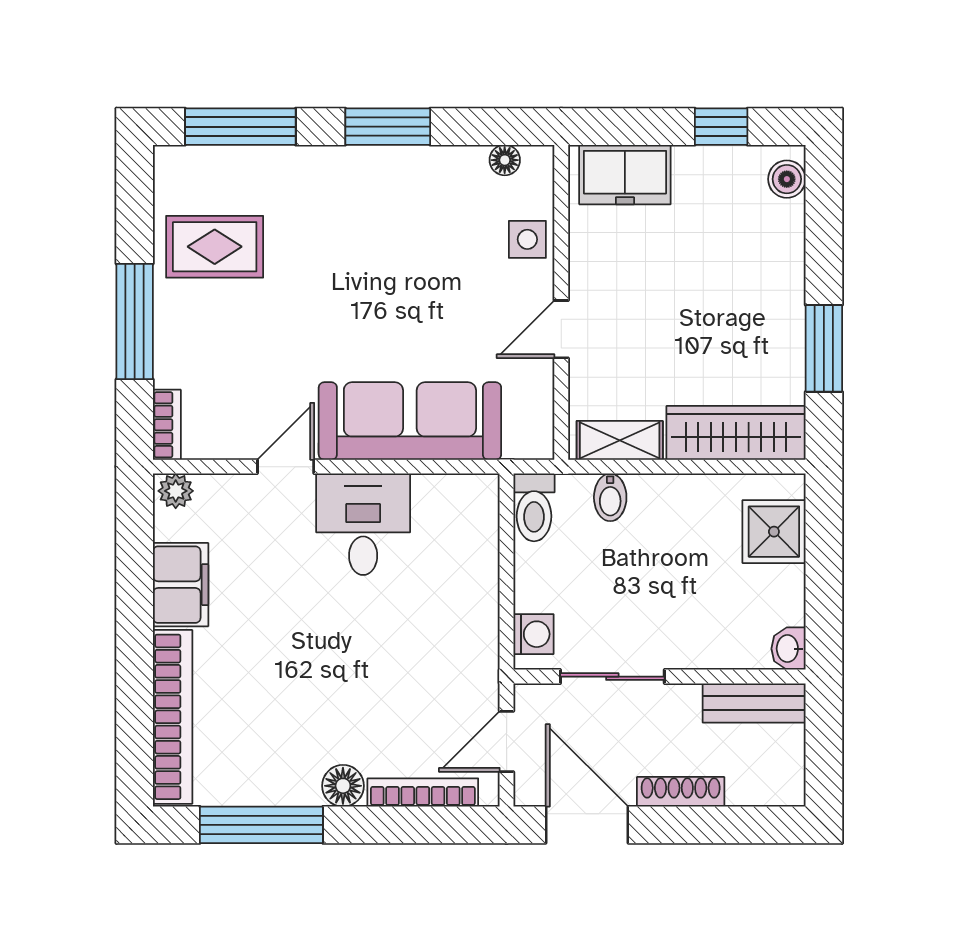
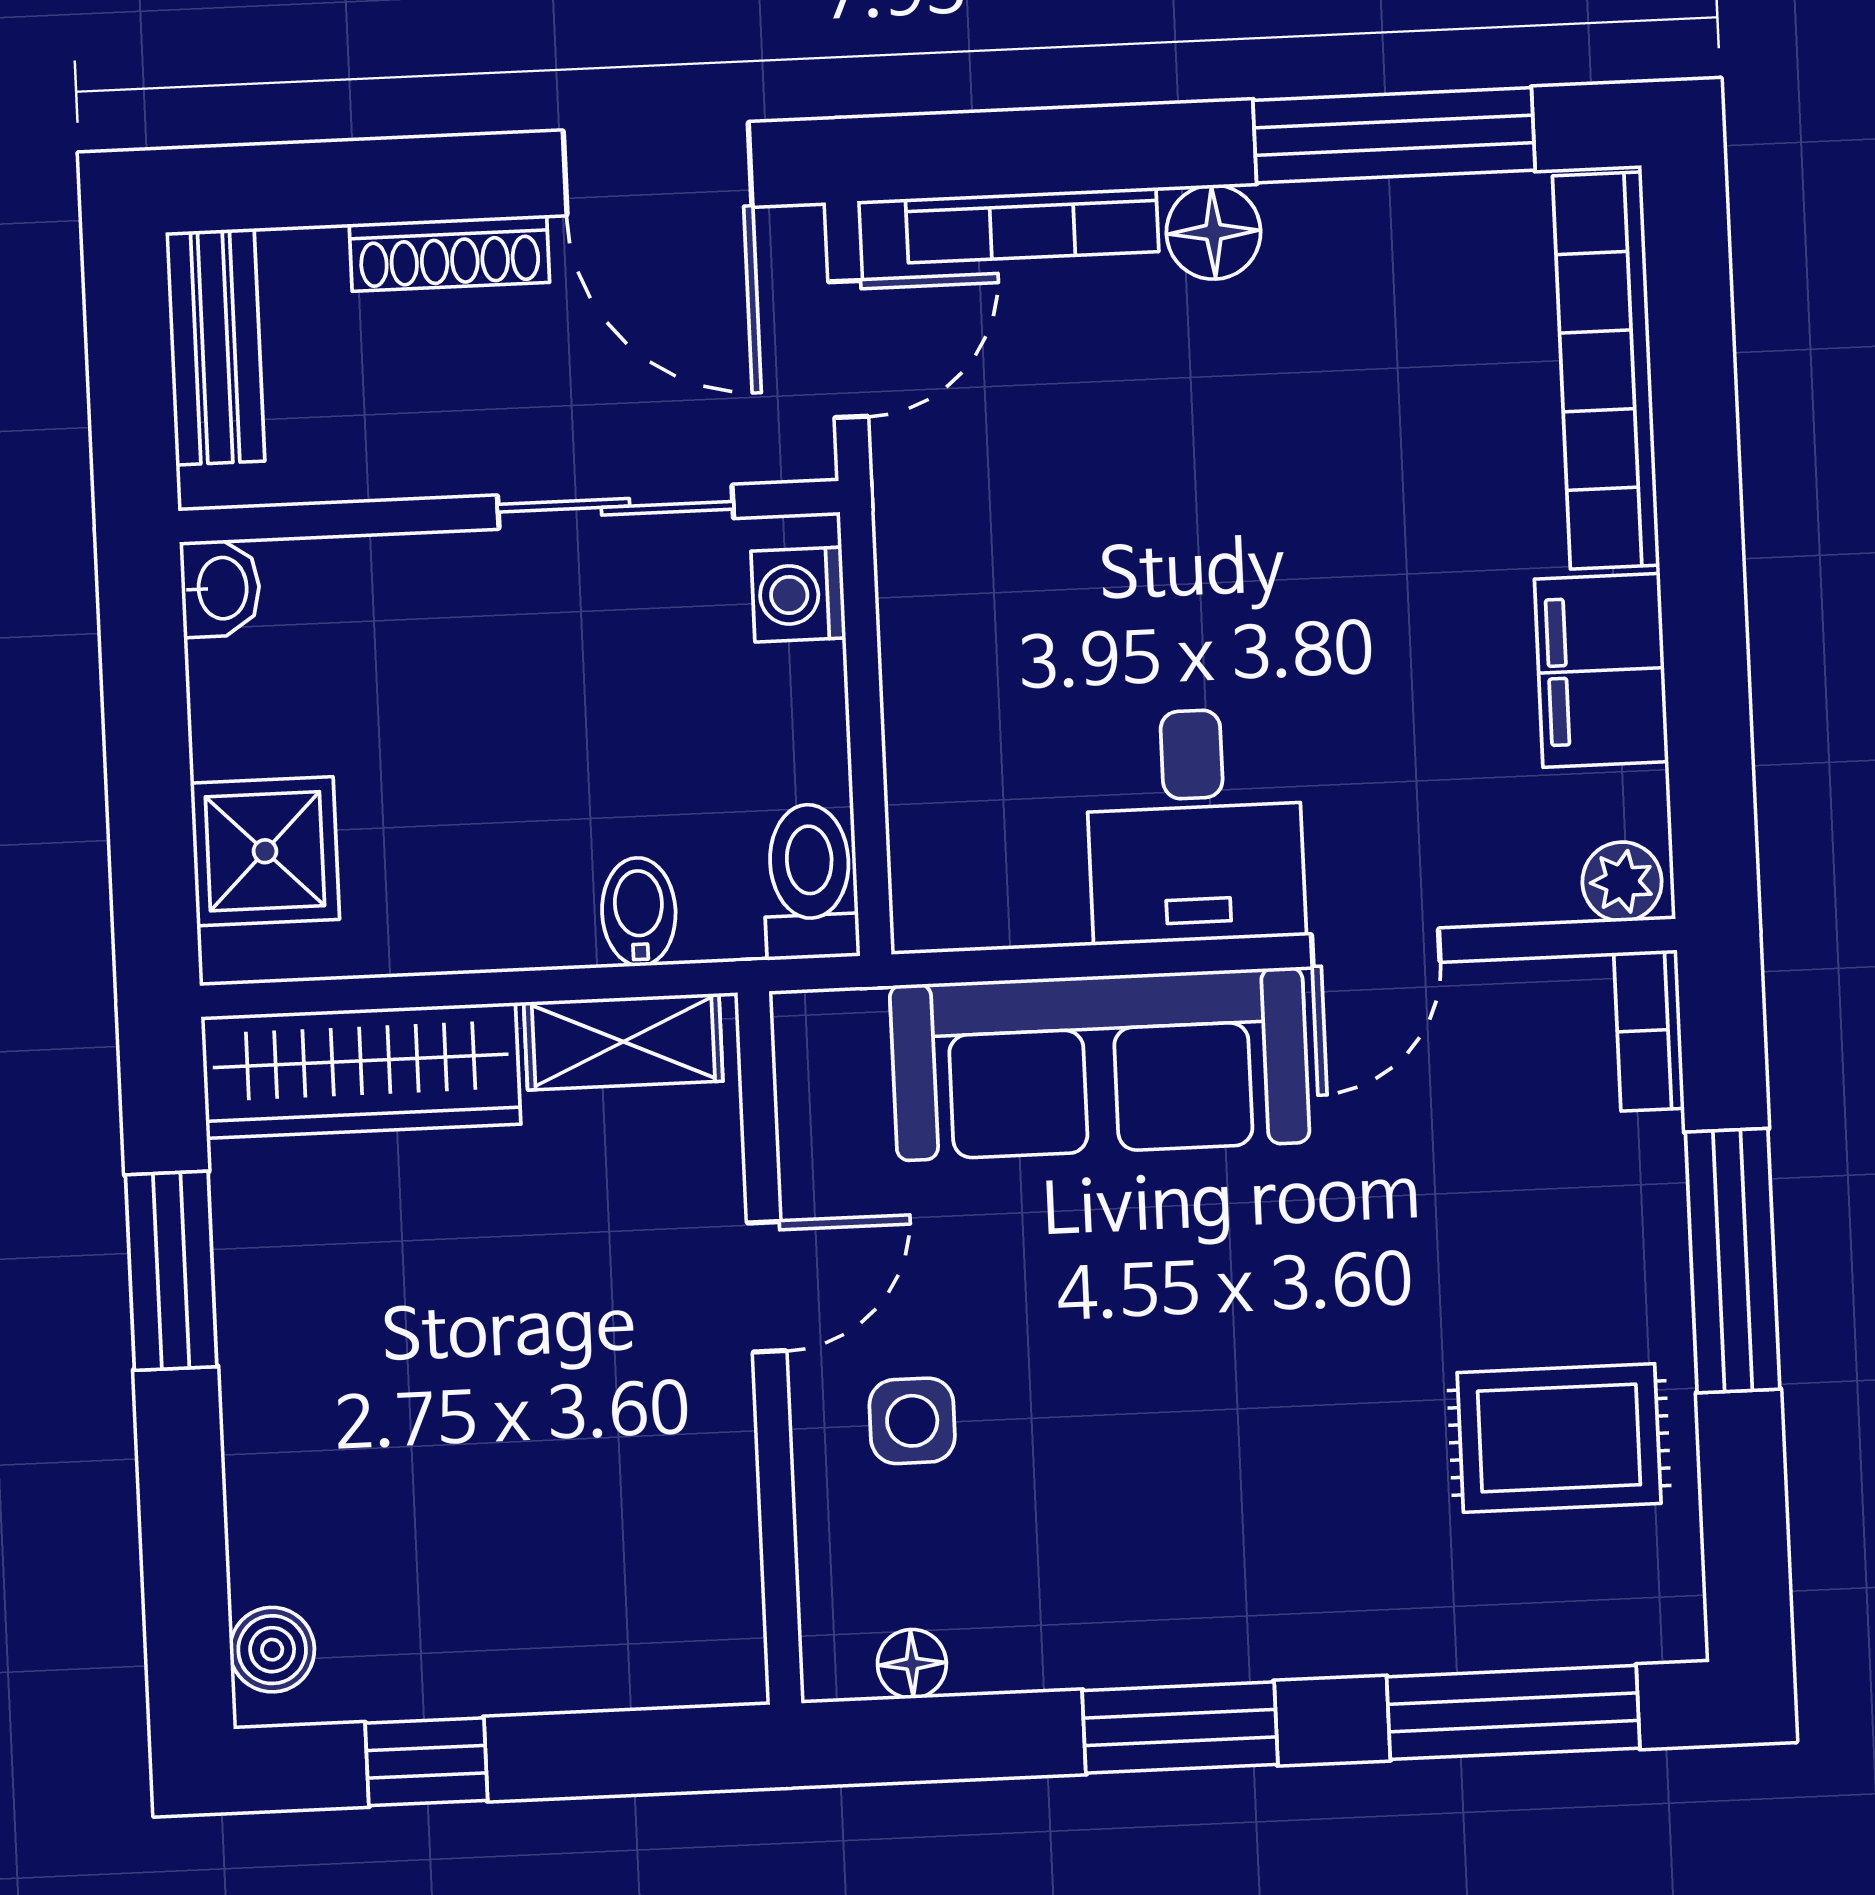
freezer: (625, 175) -> (639, 1643), removed
side table: (527, 239) -> (912, 1421), moved
bench: (754, 703) -> (215, 347), moved, turned 90

